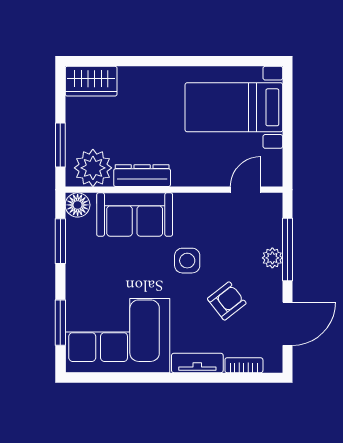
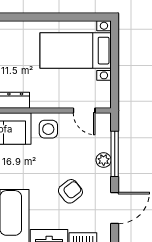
door: (246, 190) -> (84, 110), swing flipped
side table: (187, 261) -> (48, 129), moved

